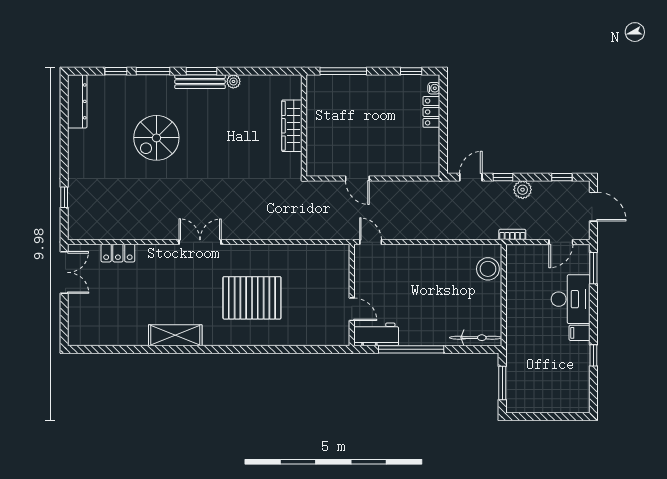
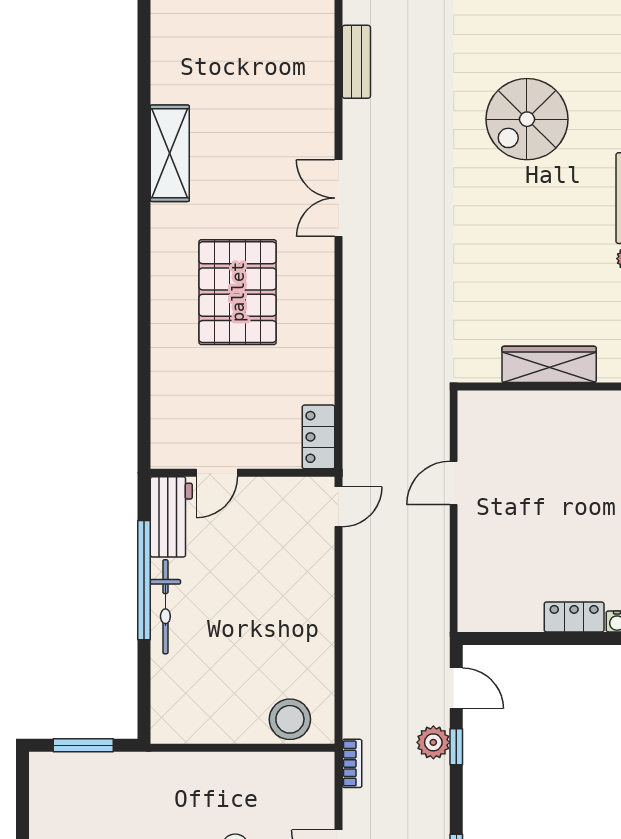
spiral stairs: (156, 138) -> (527, 119), turned -90
plant: (523, 190) -> (433, 742), moved
bench: (125, 232) -> (356, 62), added
double door: (200, 242) -> (339, 198), swing flipped
locker: (118, 253) -> (319, 437), moved
bicycle: (476, 338) -> (165, 607), moved

